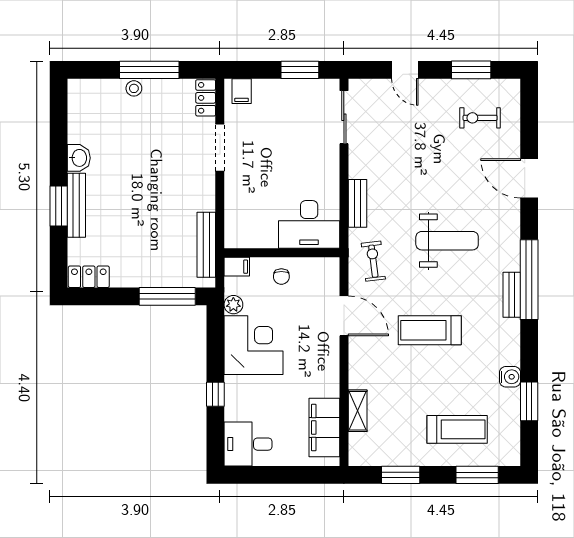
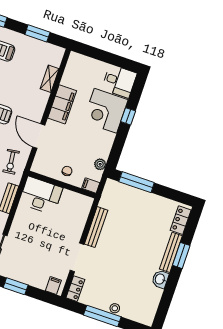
bench: (206, 245) -> (96, 227), moved
locker: (89, 277) -> (181, 220), moved, turned 90
corner desk: (254, 345) -> (105, 111), moved
filing cabinet: (324, 427) -> (62, 104), moved

